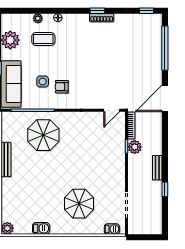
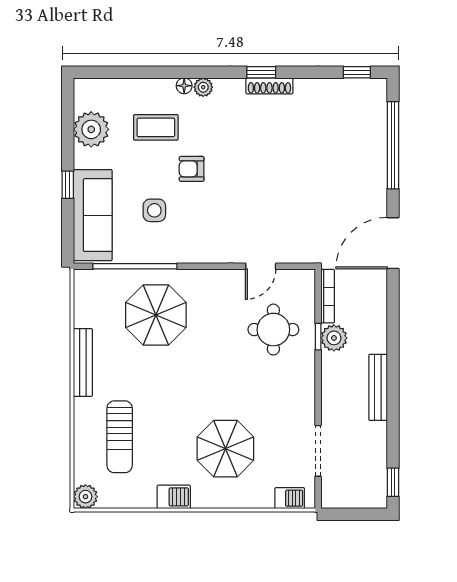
plant: (38, 18) -> (203, 87), moved
armchair: (62, 87) -> (192, 169), moved
door: (112, 110) -> (261, 266), moved
round table: (104, 143) -> (273, 330), added
bench: (157, 168) -> (378, 387), width x1.36
window: (165, 189) -> (393, 482), moved
sun lounger: (25, 198) -> (120, 437), added
barbecue: (41, 228) -> (174, 497), moved

